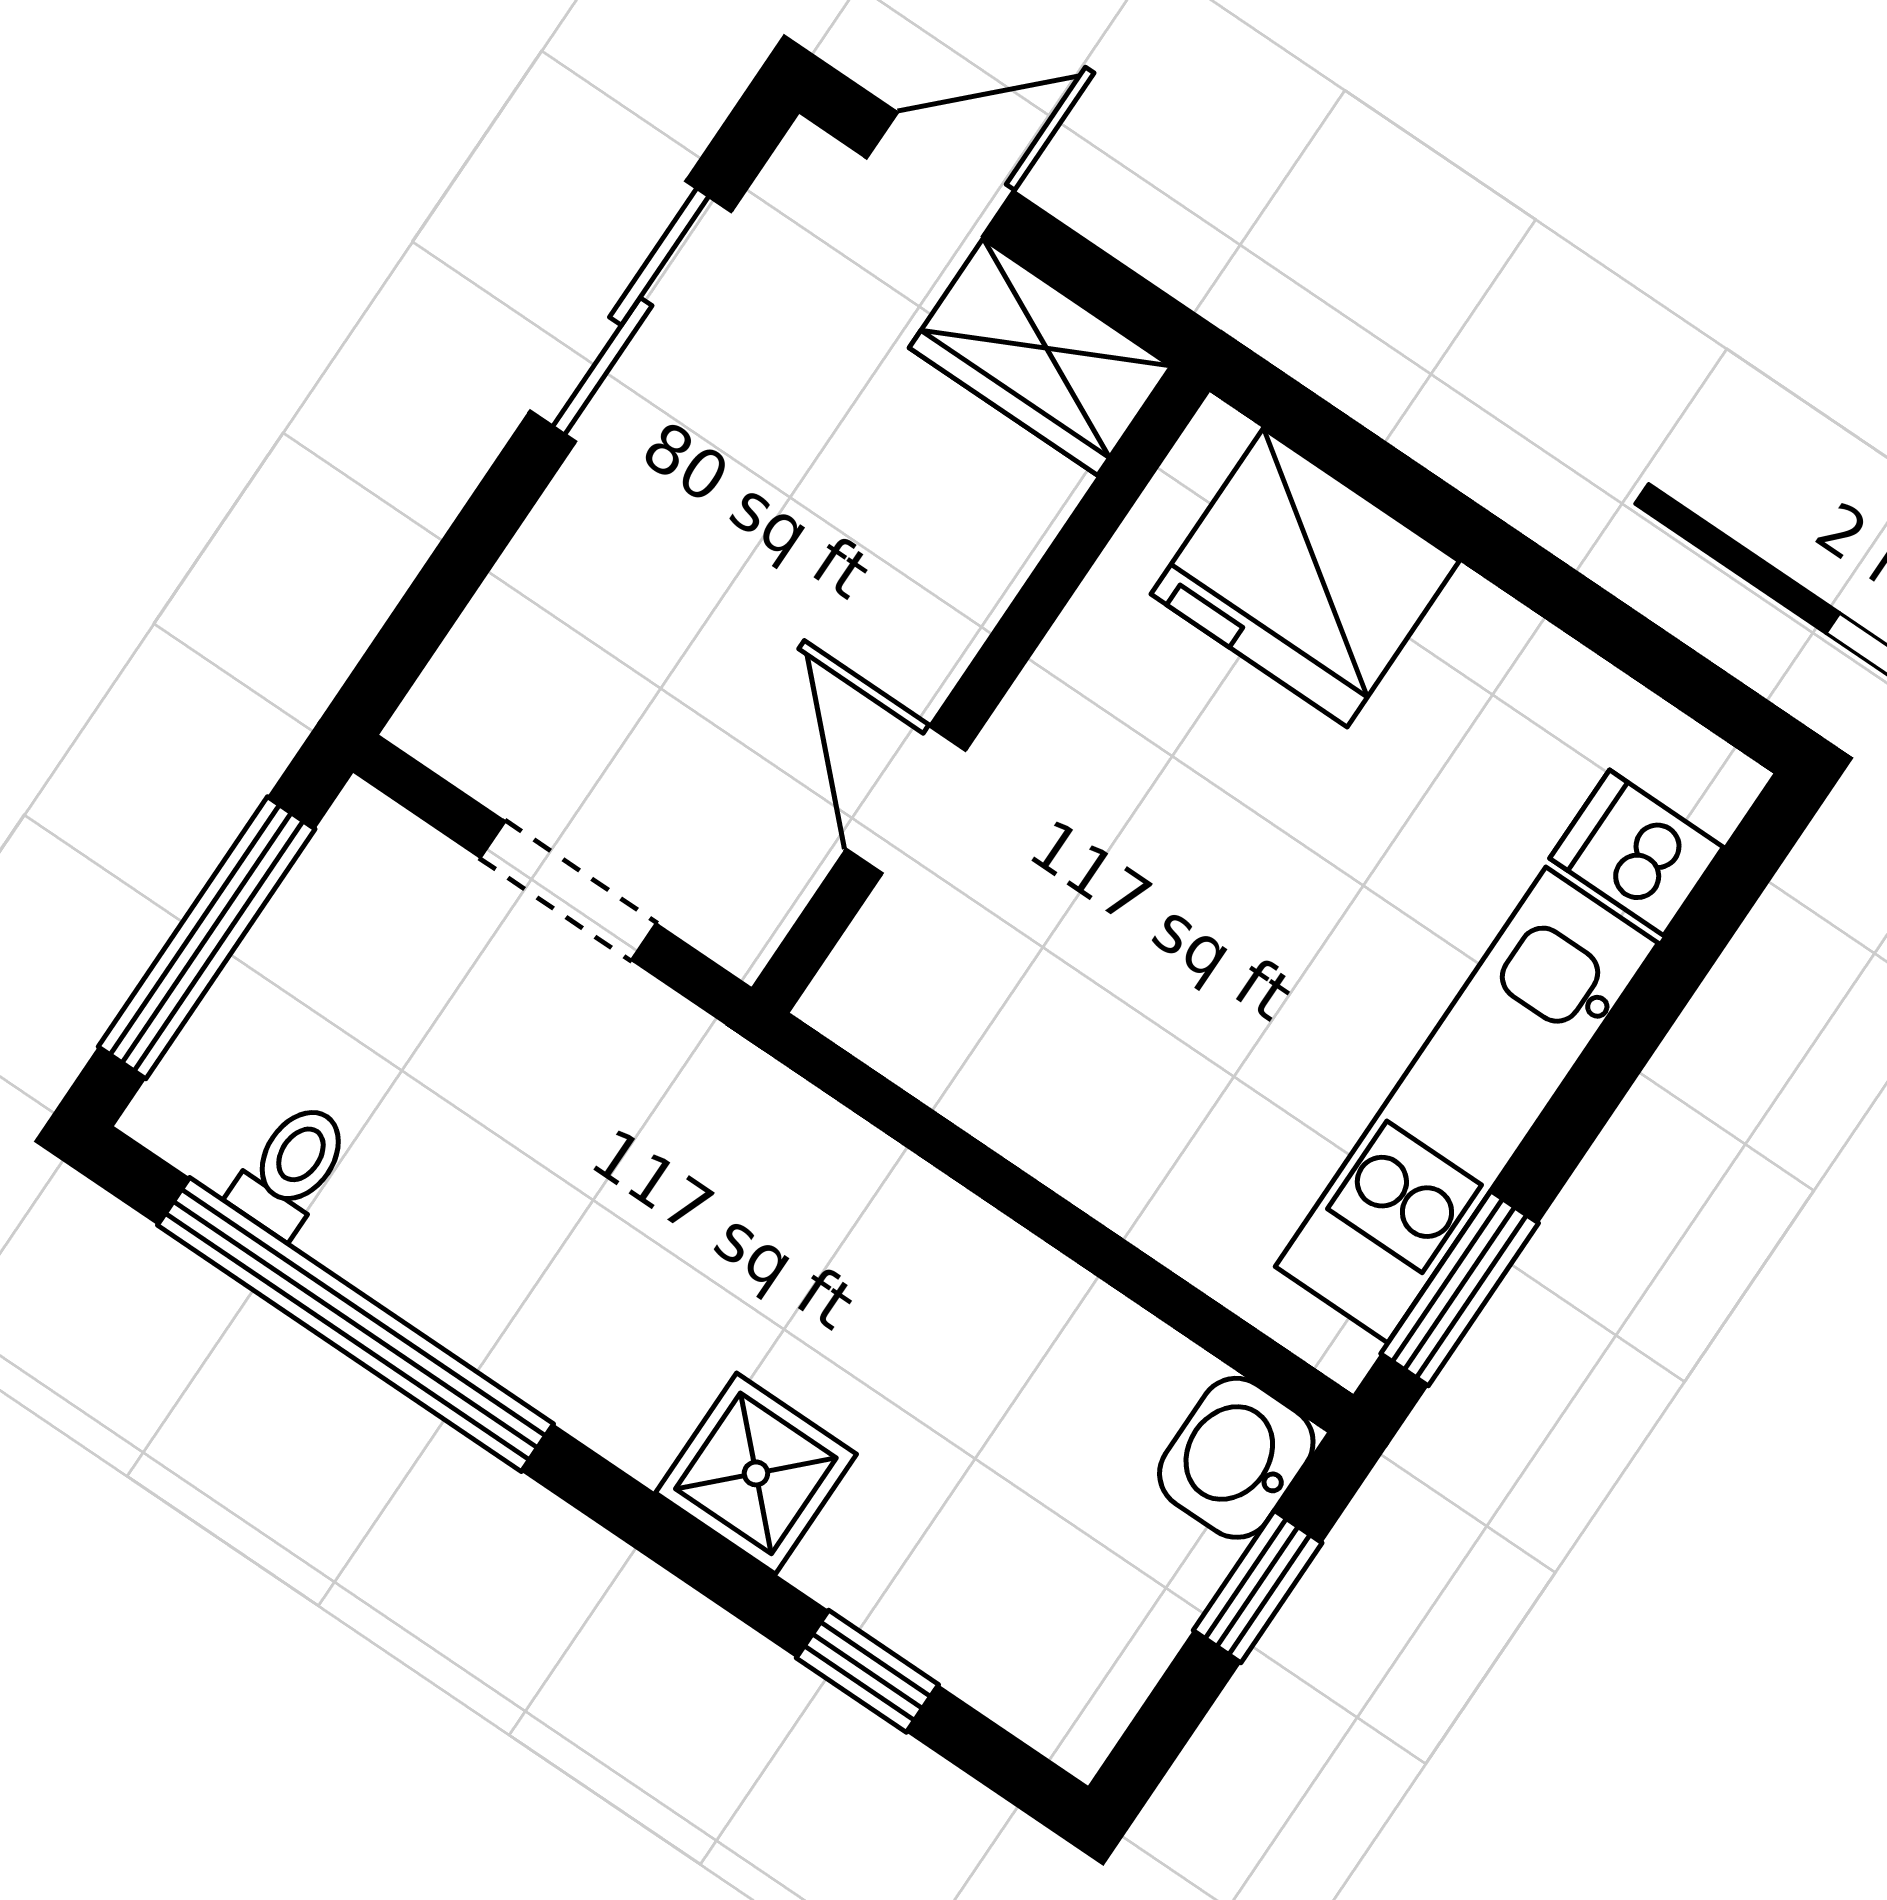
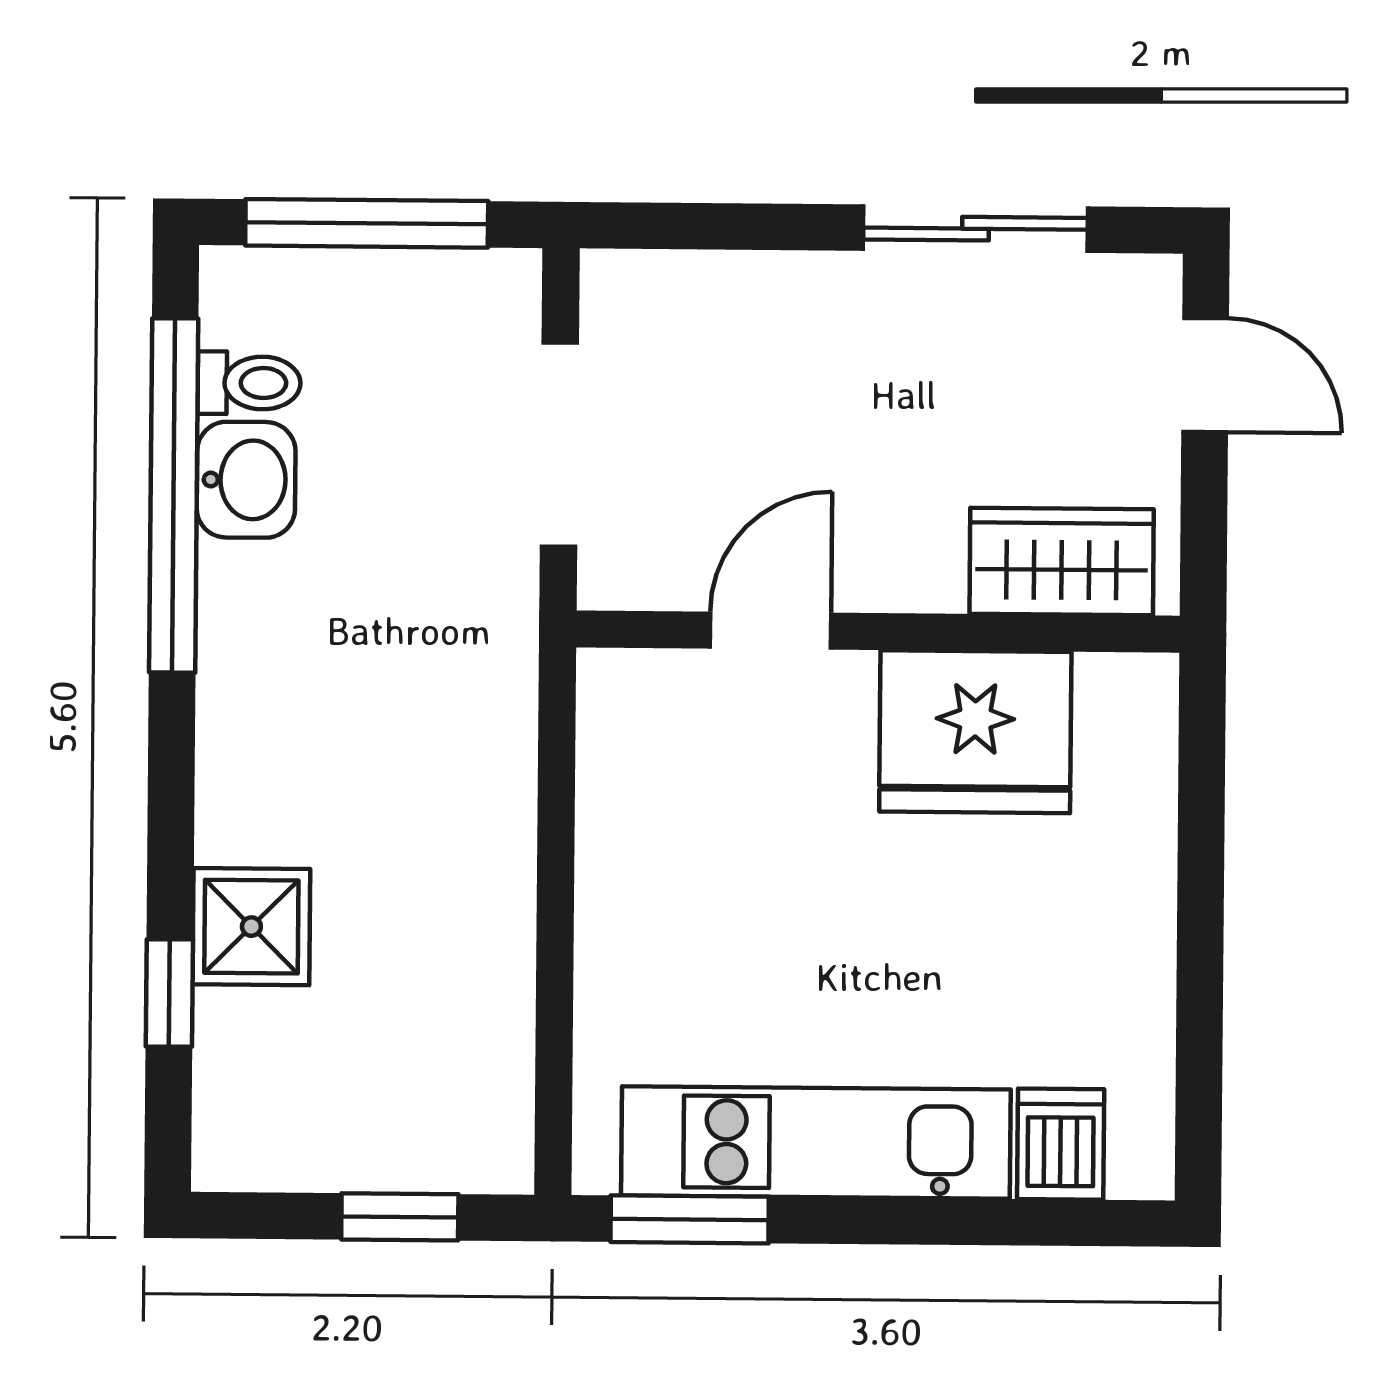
wardrobe: (1040, 357) -> (1062, 561), moved, turned 90
fridge: (1305, 578) -> (975, 732), moved, turned -90
doorway: (568, 891) -> (559, 445), width x1.38
washbasin: (1236, 1458) -> (246, 480), moved, turned 90
shower: (756, 1473) -> (251, 927), moved

